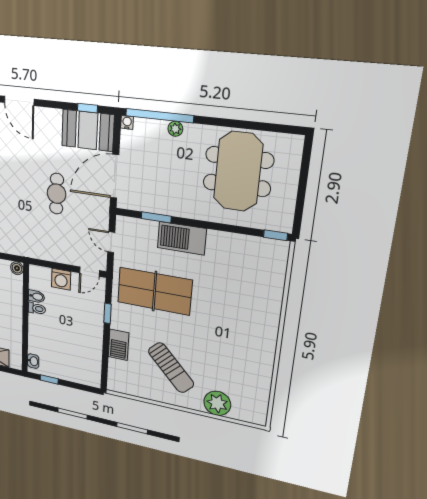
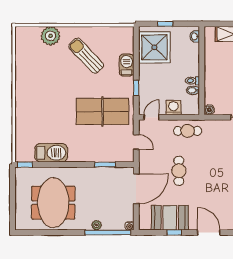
window: (87, 108) -> (174, 232), moved
booth: (88, 130) -> (170, 218), moved
barbecue: (182, 238) -> (51, 153), moved
cafe table: (44, 246) -> (188, 131), added
shower: (82, 359) -> (154, 47), added
window: (49, 379) -> (165, 24), moved

